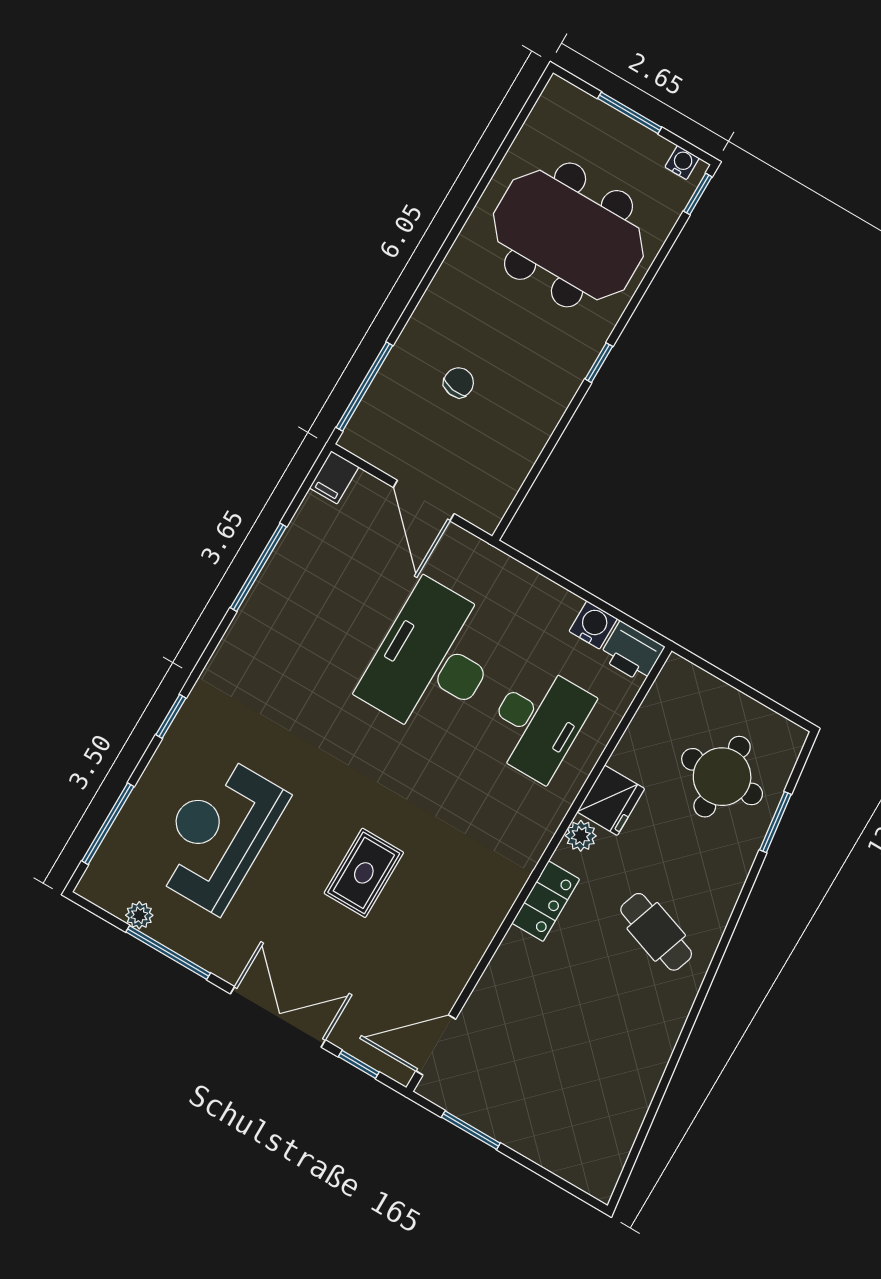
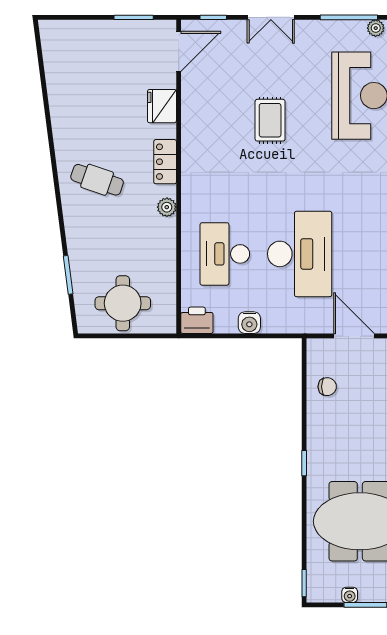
water cooler: (682, 163) -> (350, 595), moved
chair: (459, 383) -> (327, 387), moved, turned -99
water cooler: (593, 625) -> (249, 323), moved
round table: (722, 777) -> (123, 303), moved
fridge: (611, 800) -> (162, 106), moved
double door: (278, 1017) -> (271, 17), width x0.73

